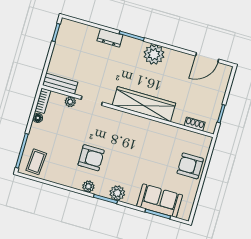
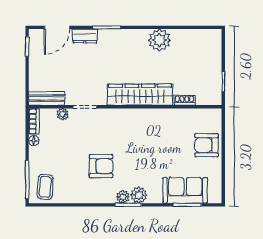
plant: (154, 54) -> (159, 40), moved
door: (207, 57) -> (57, 27), moved
shoe rack: (195, 124) -> (184, 100), moved
plant: (88, 186) -> (123, 197), moved

